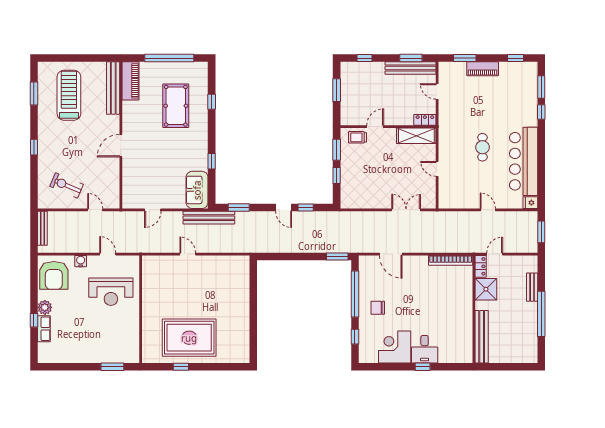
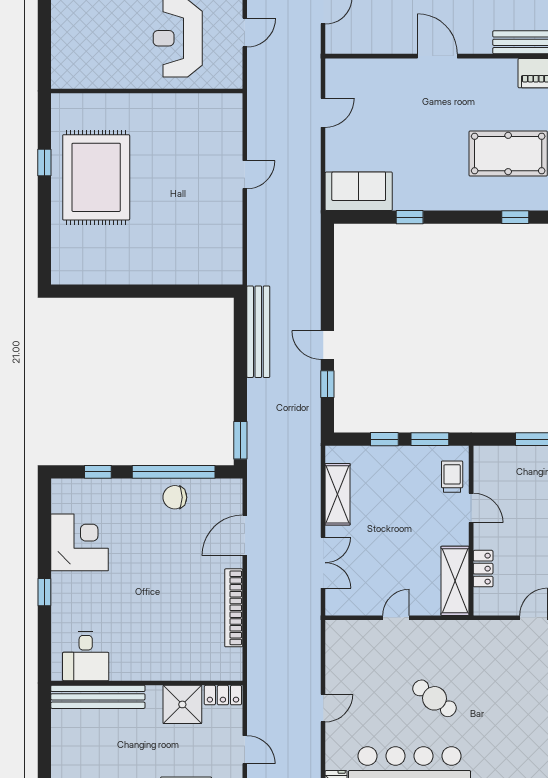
locker: (425, 120) -> (483, 569), moved
cafe table: (482, 147) -> (435, 698), turned 37
shelving: (368, 202) -> (338, 494), added
window: (239, 208) -> (327, 265), removed
door: (284, 208) -> (327, 345), hinge flipped
door: (153, 210) -> (323, 113), swing flipped
bench: (209, 218) -> (258, 332), moved
door: (495, 254) -> (245, 750), moved
bookcase: (451, 260) -> (234, 608), moved
chair: (378, 308) -> (175, 497), moved, turned -90
desk: (425, 349) -> (86, 656), moved, turned -90
window: (112, 367) -> (44, 41), removed

